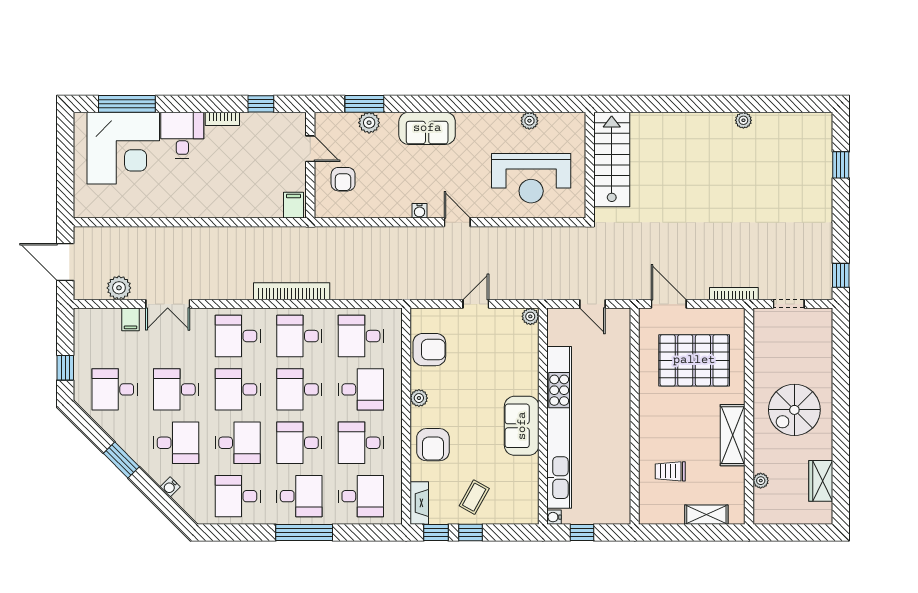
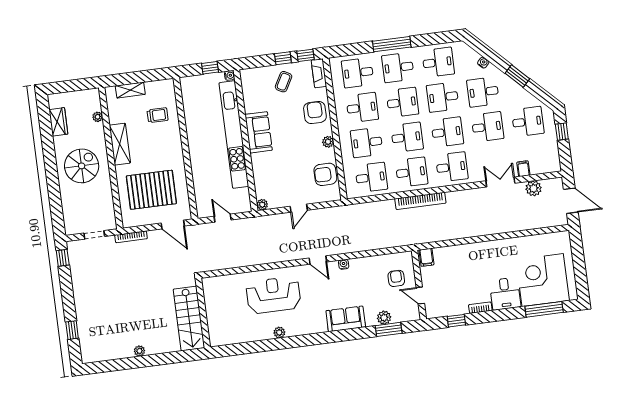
stairs: (612, 159) -> (189, 319), moved
wall: (590, 165) -> (203, 313), moved

